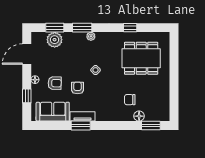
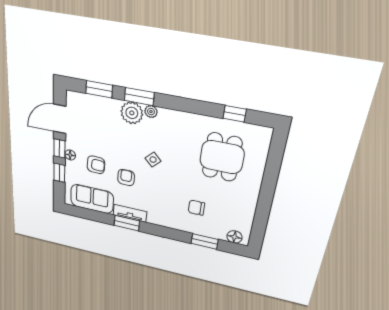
window: (130, 28) -> (235, 114), moved
plant: (55, 40) -> (132, 113), moved
dining table: (141, 58) -> (222, 157), width x0.73
window: (27, 76) -> (59, 148), added
floor lamp: (139, 116) -> (234, 237), moved
window: (151, 125) -> (205, 241), moved

